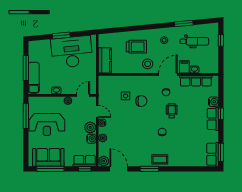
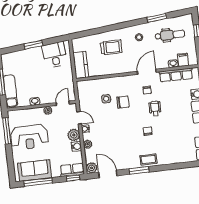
desk: (72, 52) -> (55, 55), width x0.53, depth x0.77
stool: (148, 64) -> (125, 63), removed
filing cabinet: (184, 67) -> (183, 60), moved

